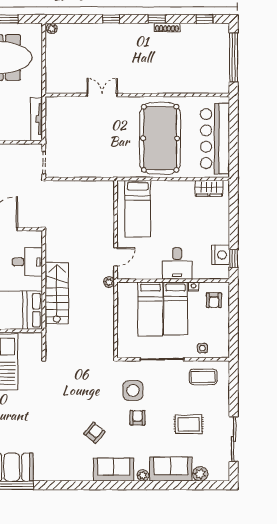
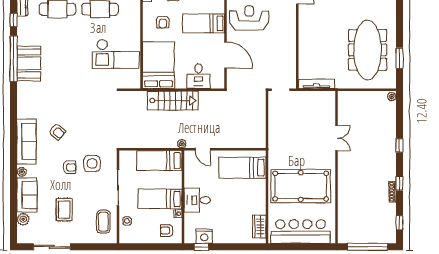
bed: (150, 309) -> (159, 161), moved
sofa: (114, 470) -> (27, 142), width x1.36

